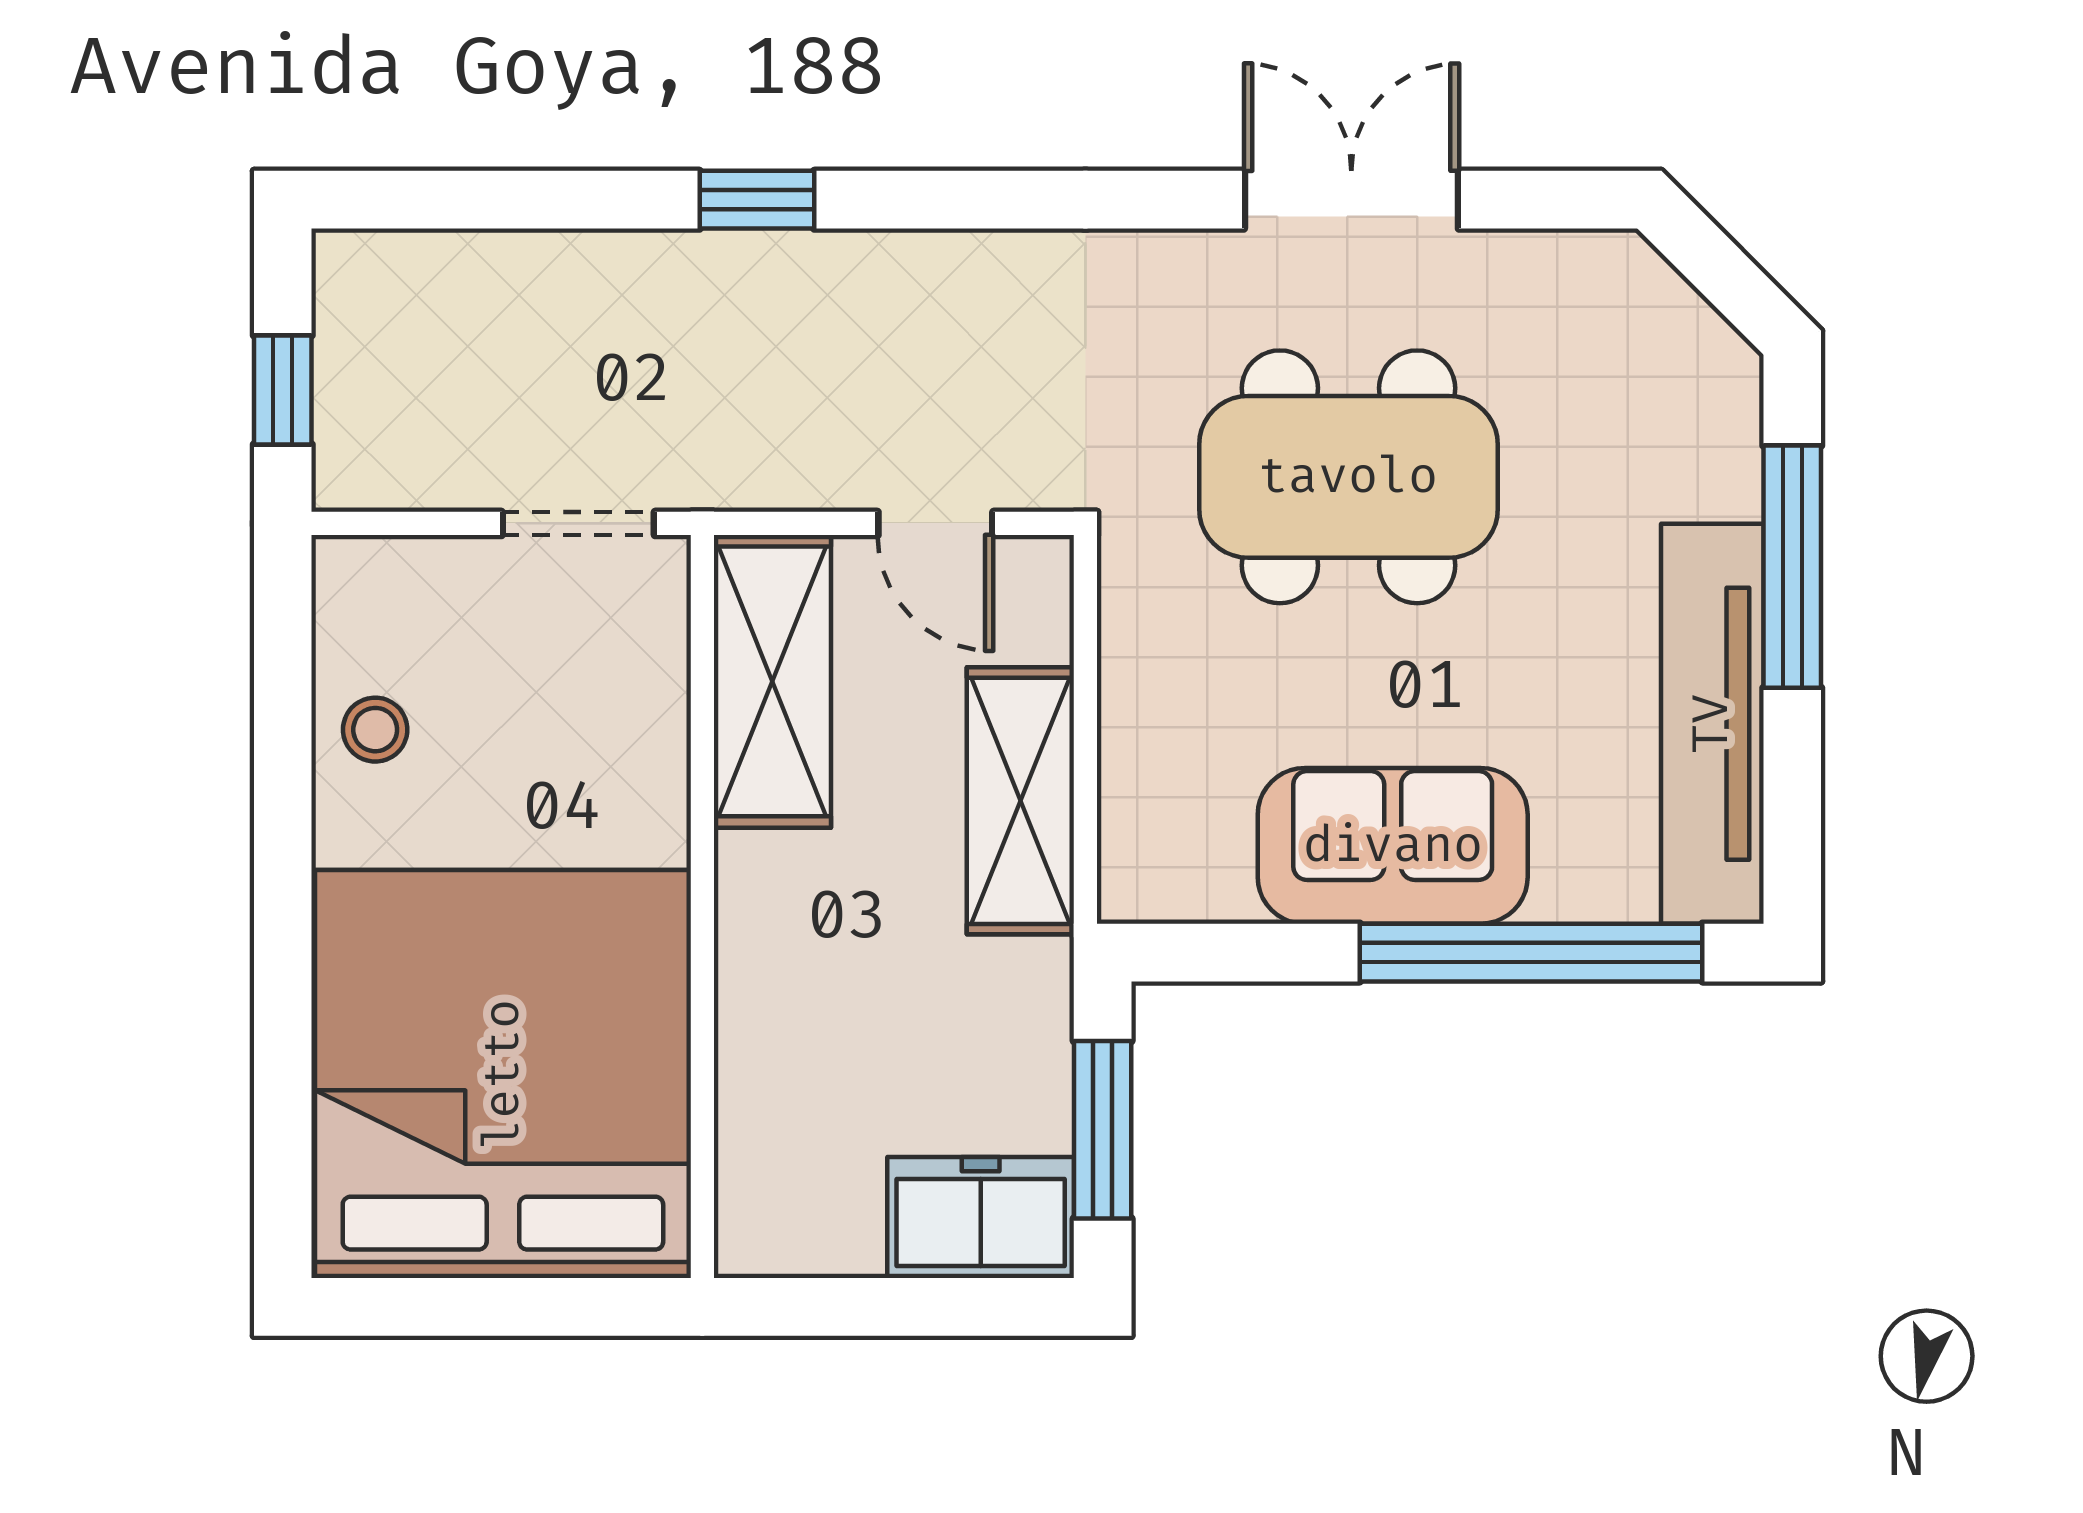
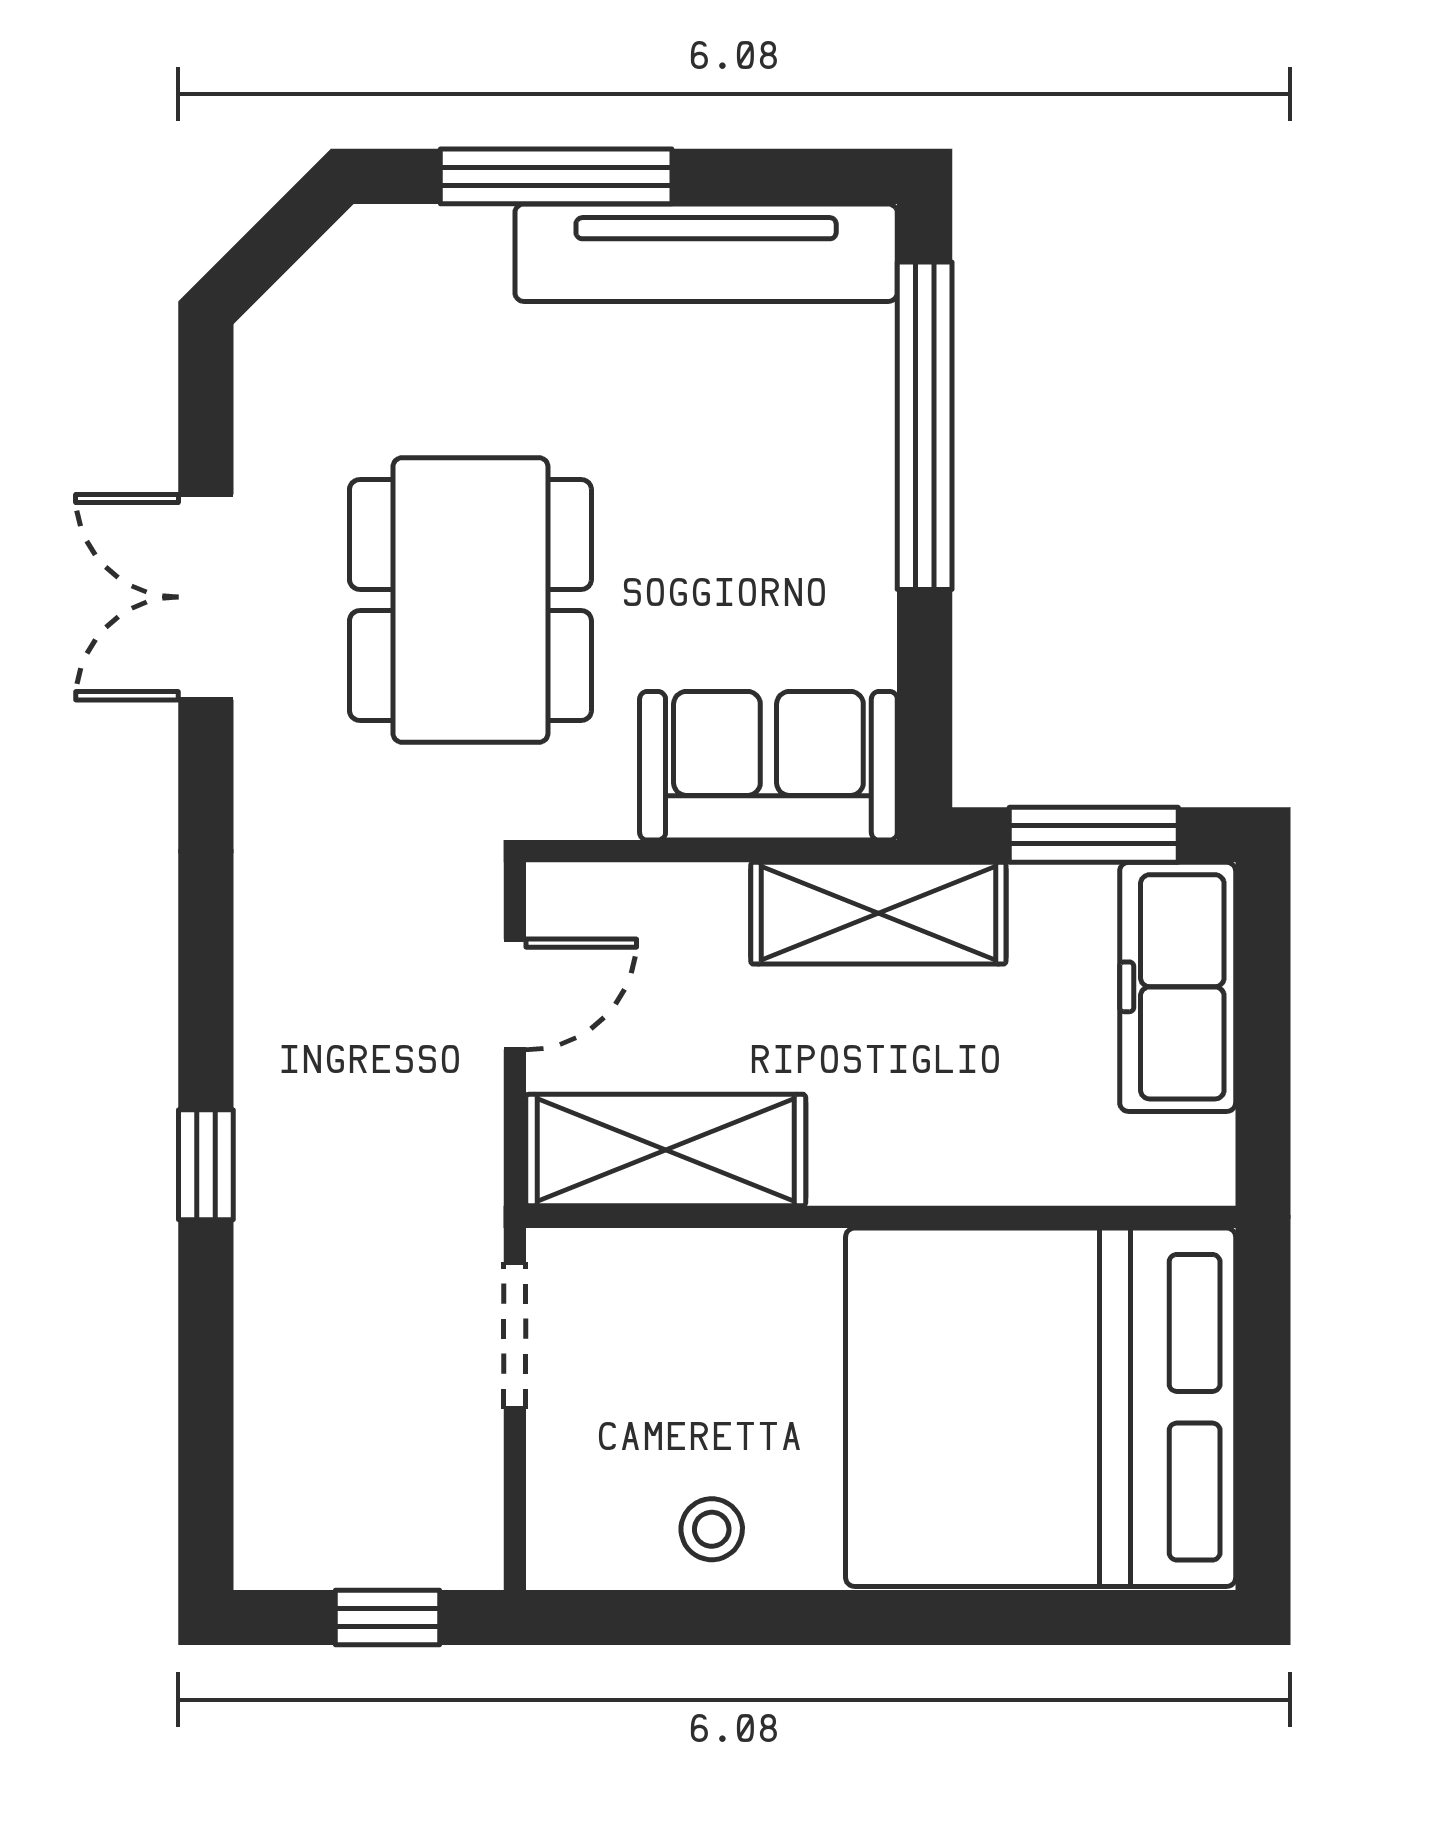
shelving: (1020, 801) -> (878, 913), moved
sofa: (1393, 846) -> (768, 766), moved, turned 90
freezer: (981, 1218) -> (1178, 987), width x1.40

